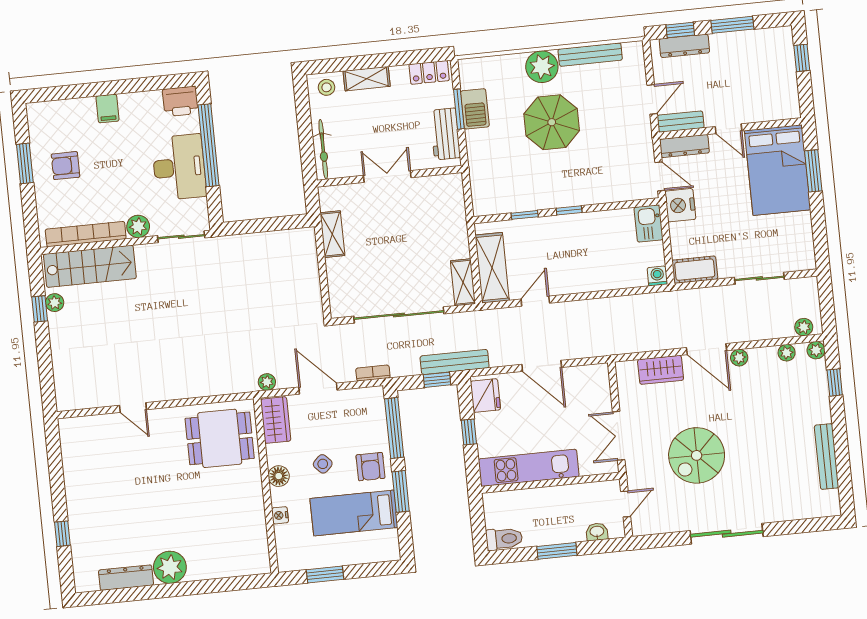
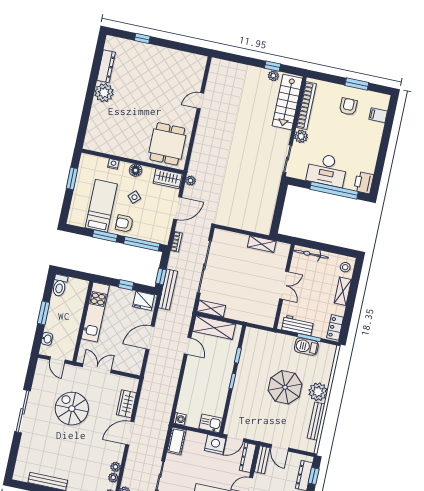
filing cabinet: (107, 109) -> (378, 115), moved
plant: (739, 358) -> (116, 467), moved

